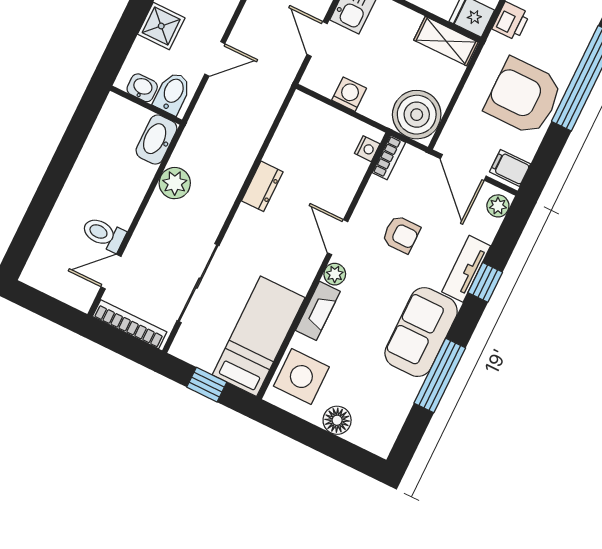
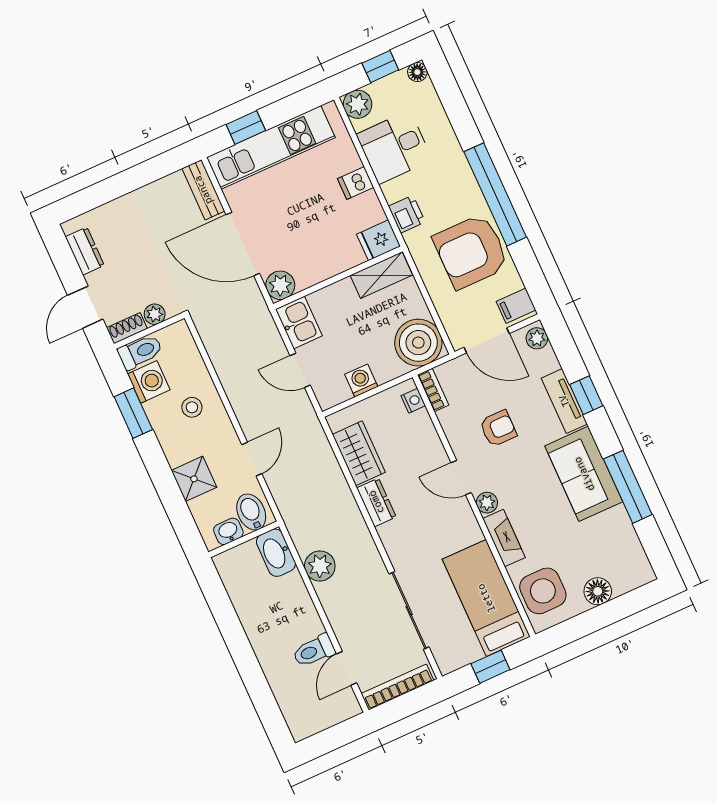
wardrobe: (290, 140) -> (359, 453), added

